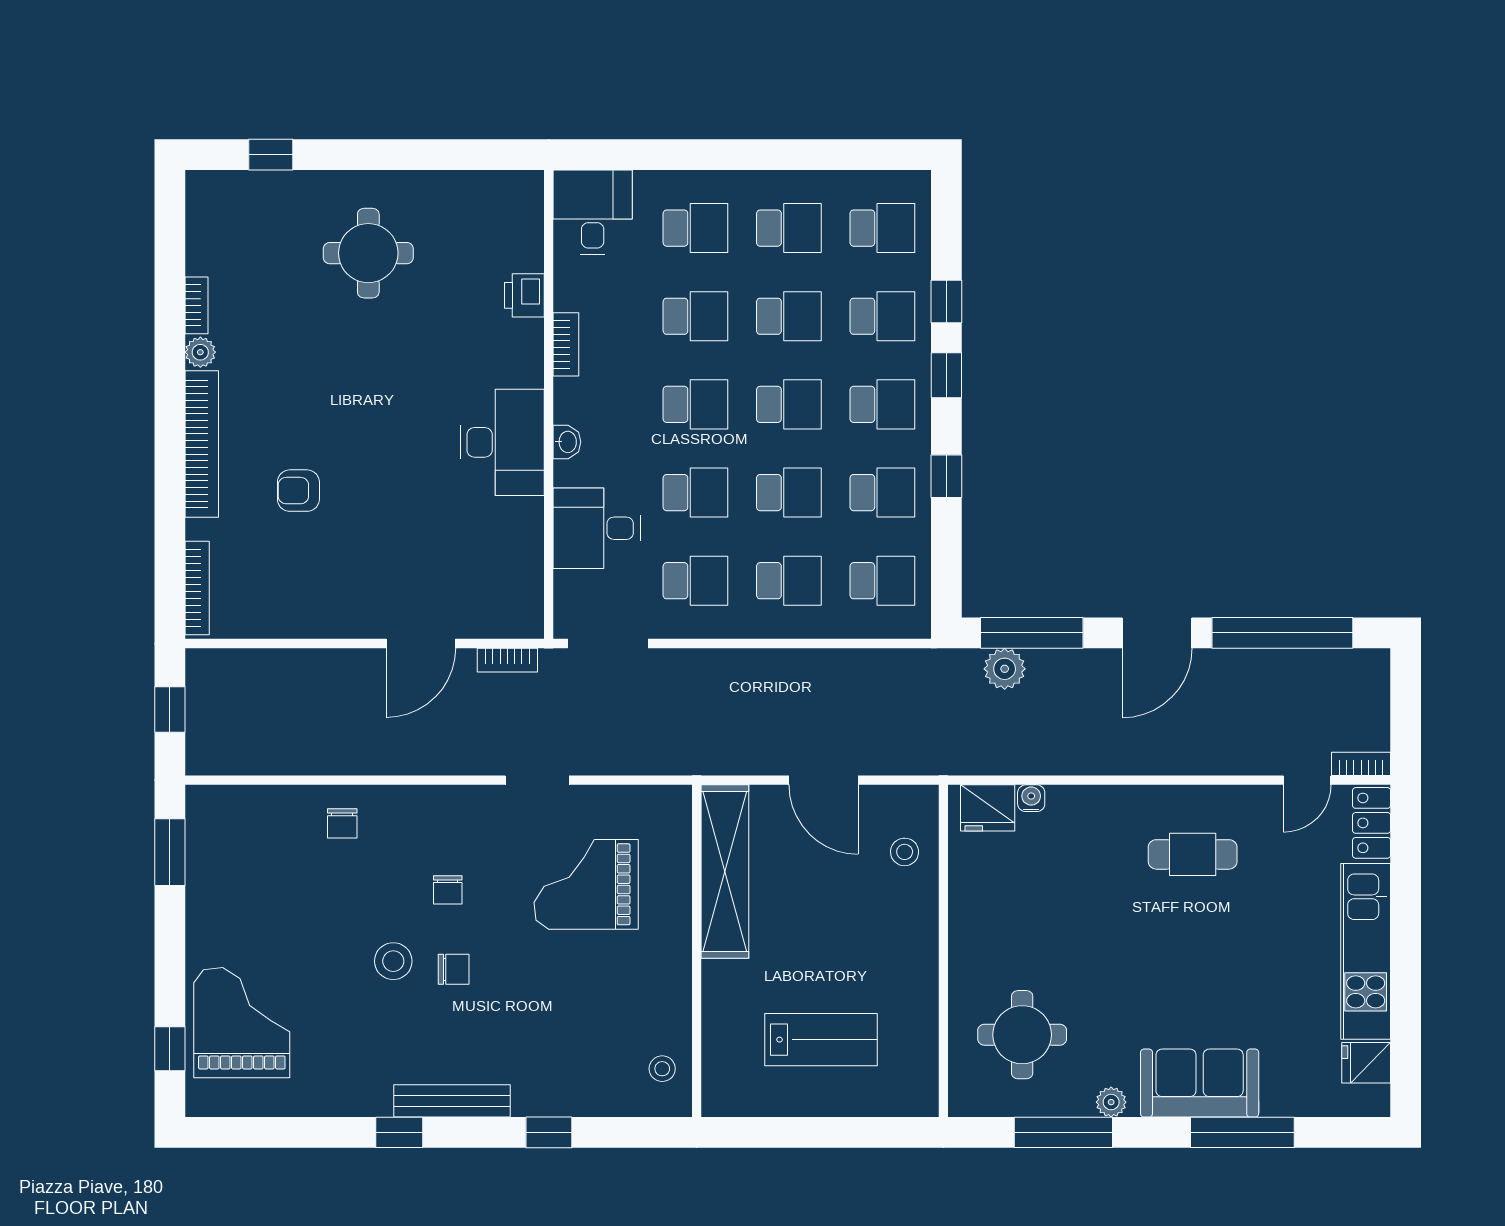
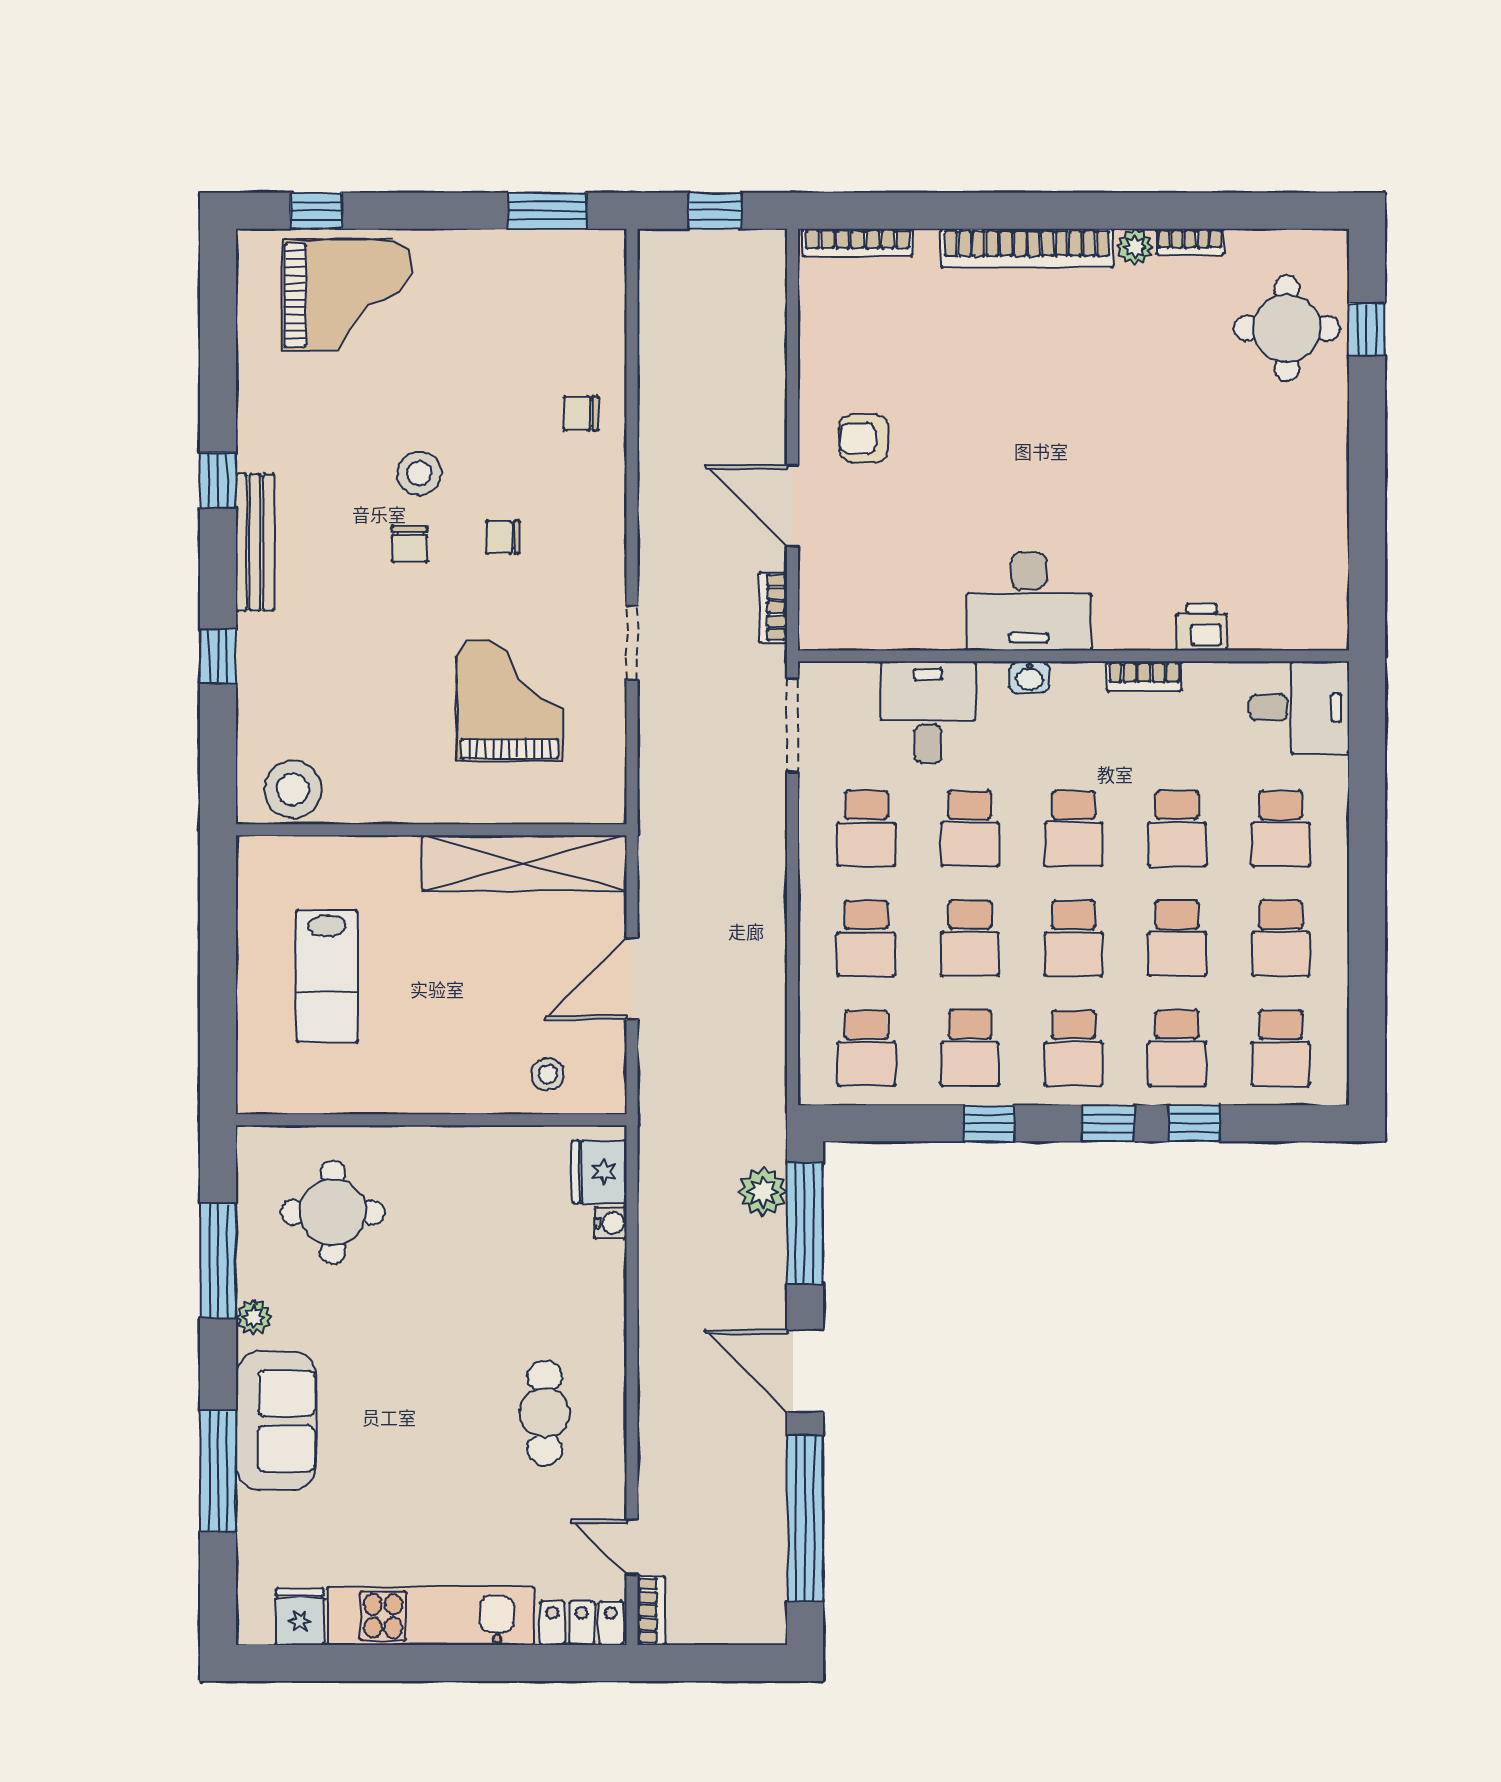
round table: (368, 253) -> (1287, 328), moved
armchair: (298, 491) -> (864, 439), moved, turned -90
stool: (662, 1069) -> (293, 789), width x1.89, depth x1.89

